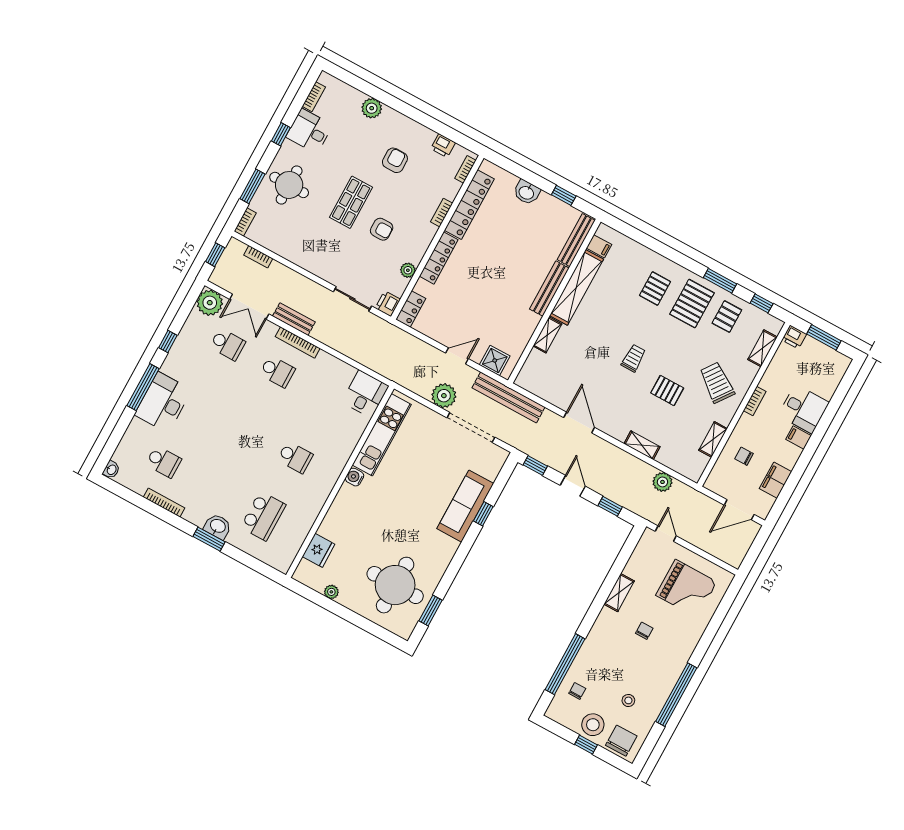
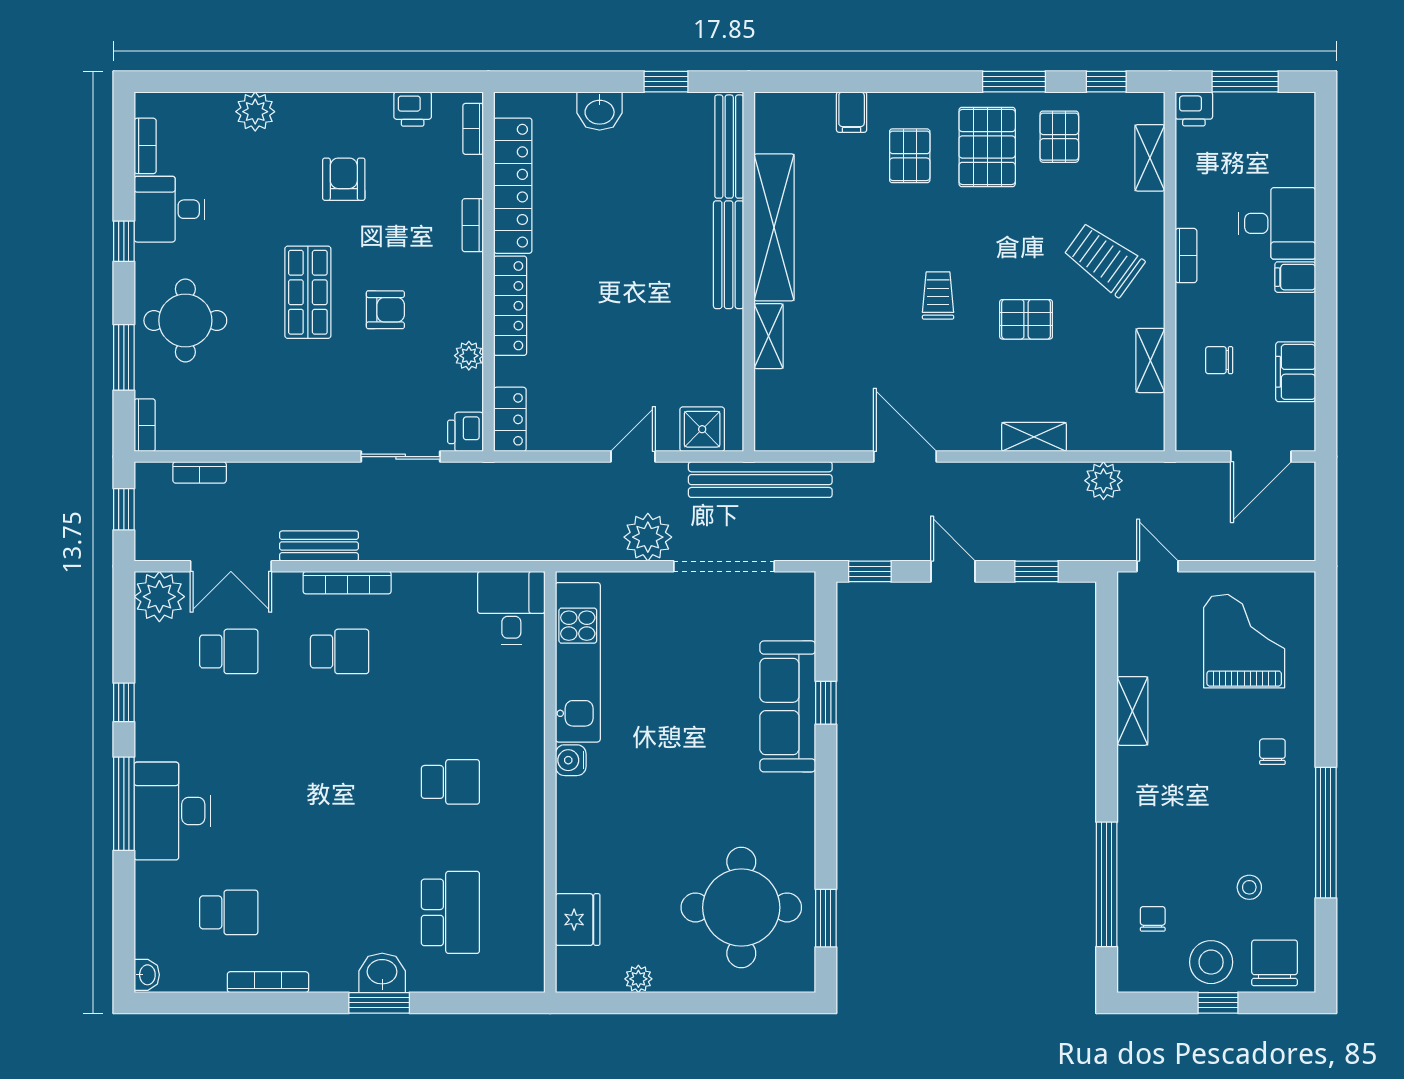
filing cabinet: (599, 246) -> (852, 112), moved, turned 90
grand piano: (686, 589) -> (1244, 641), turned -90
chair: (644, 631) -> (1272, 752), moved

